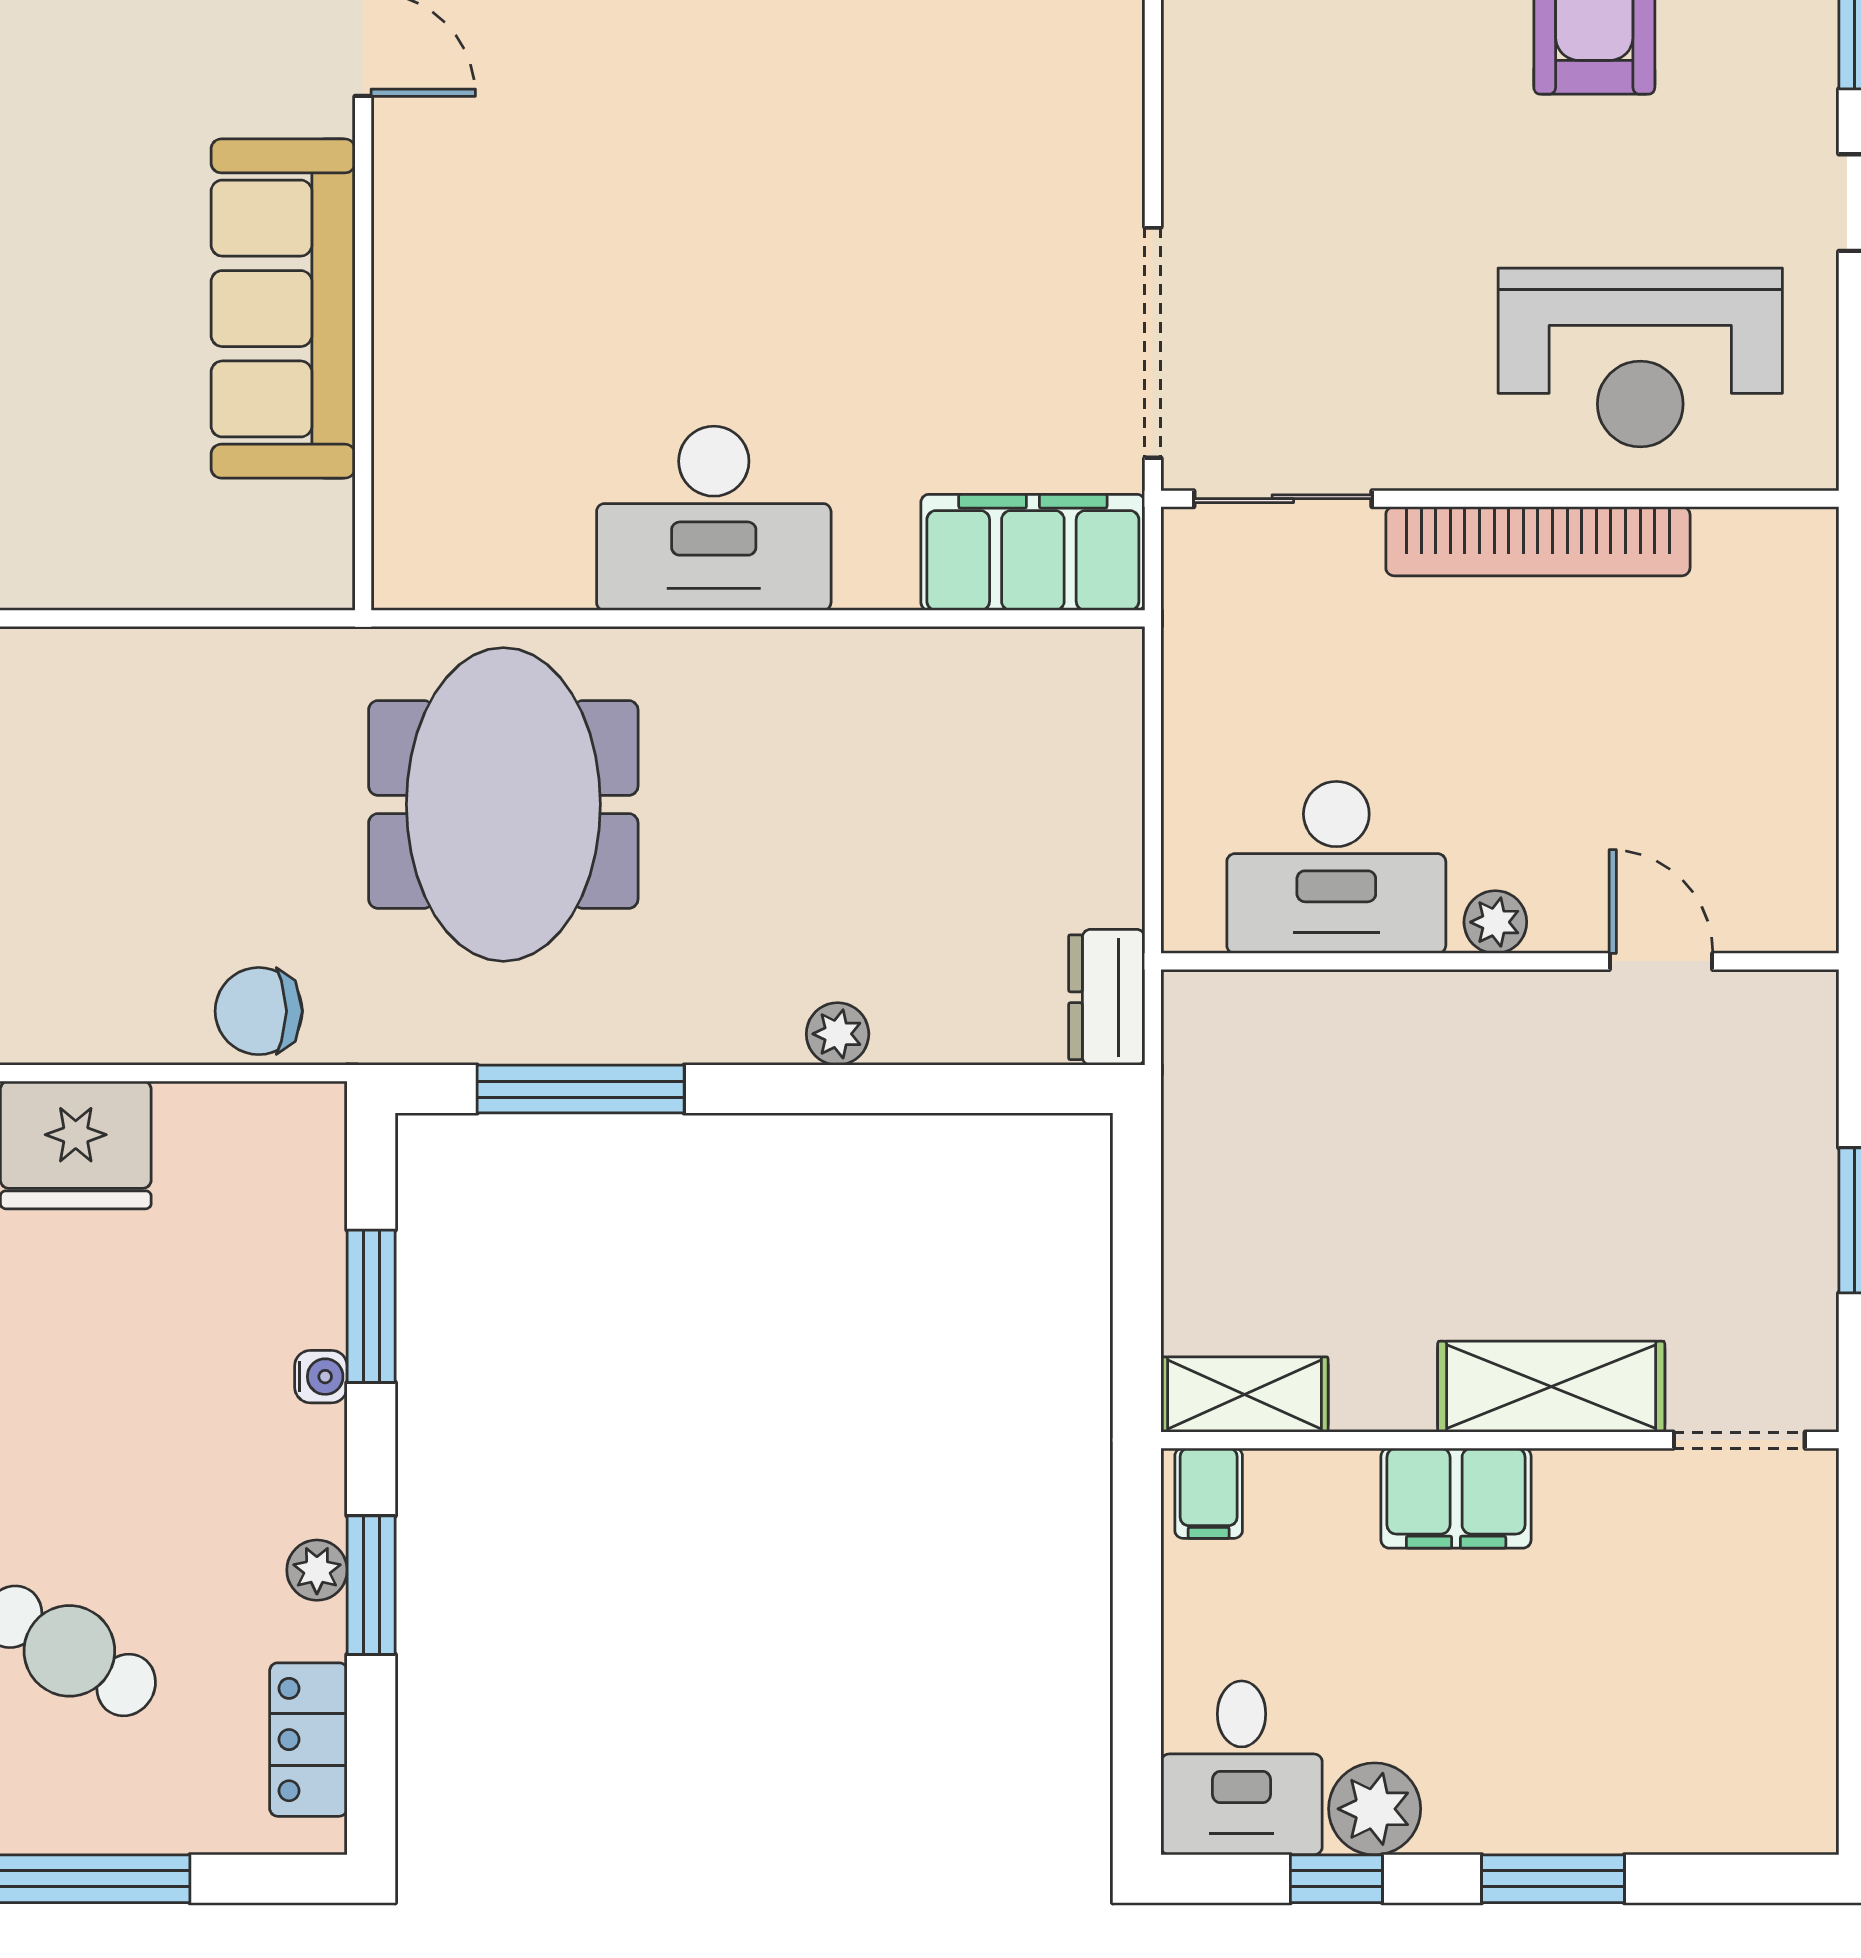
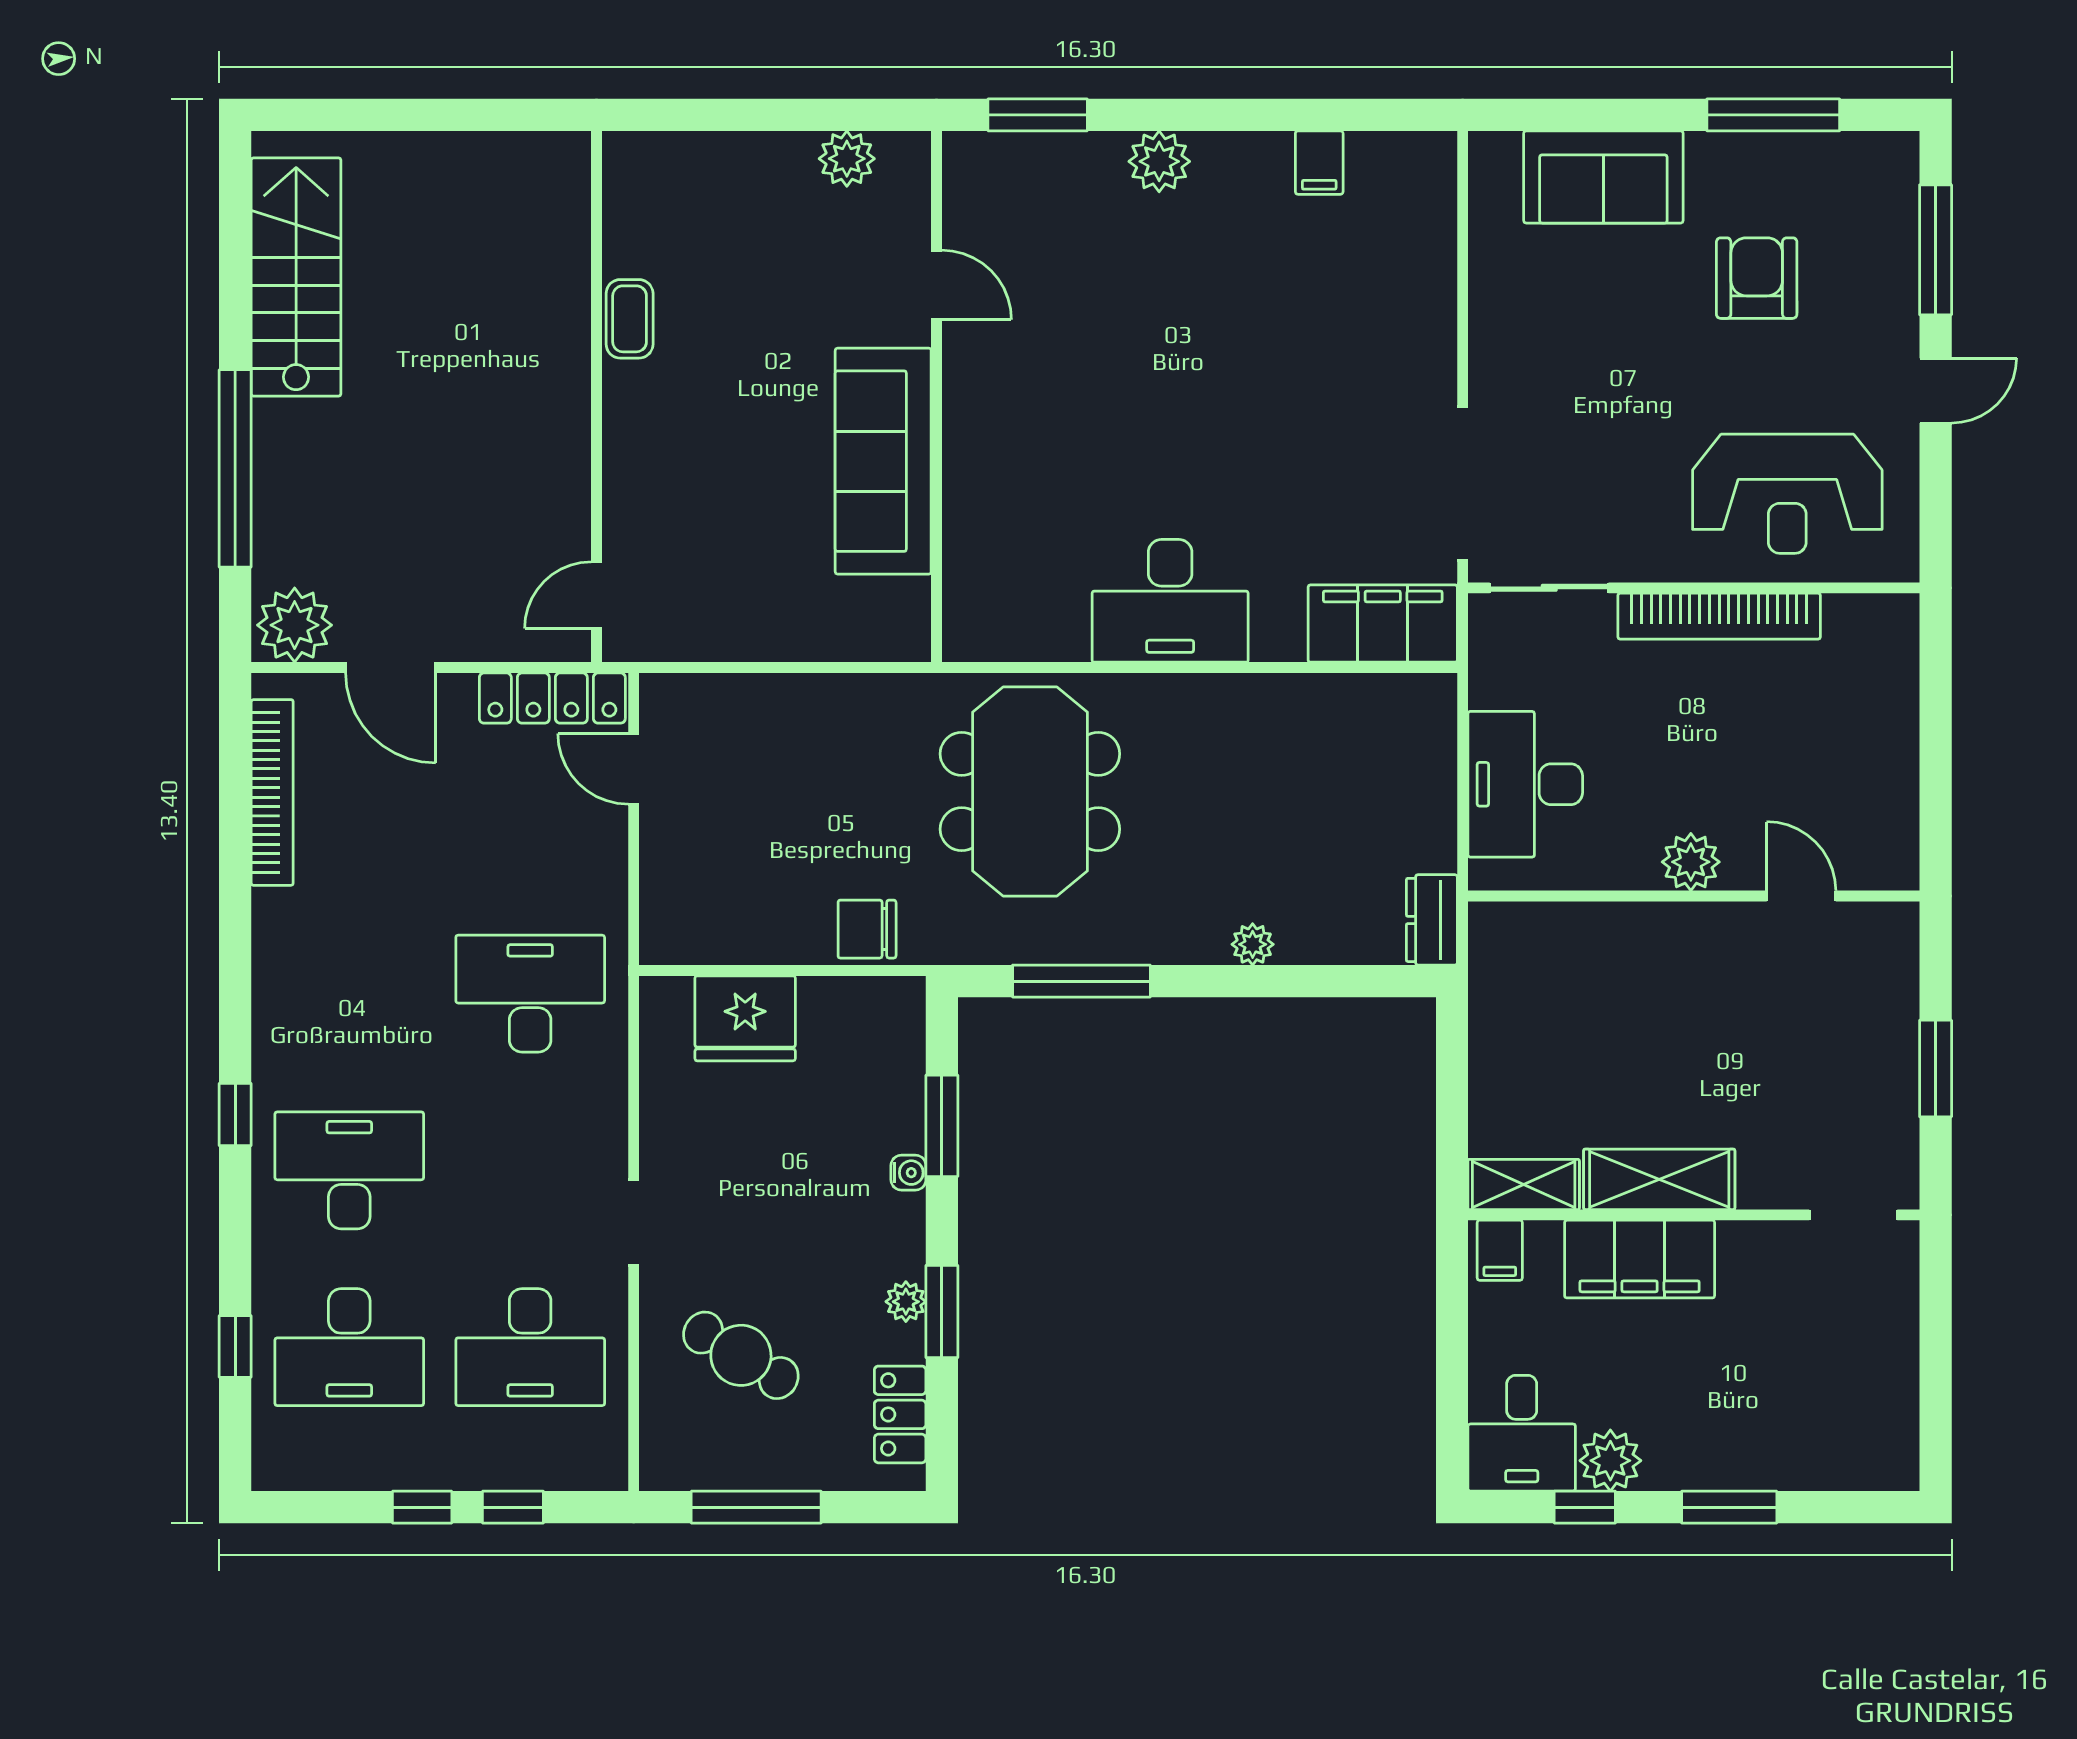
desk: (1336, 867) -> (1525, 784), moved, turned 90
plant: (1495, 922) -> (1691, 862), width x1.38, depth x1.38
shelving: (1551, 1387) -> (1659, 1179), moved
filing cabinet: (1456, 1498) -> (1640, 1259), width x1.50, depth x1.17

